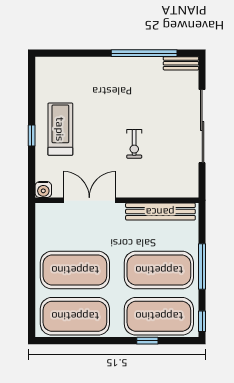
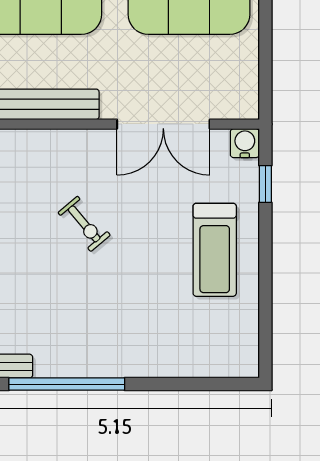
window: (32, 135) -> (265, 184), moved
exercise bike: (134, 144) -> (84, 224), turned 140

